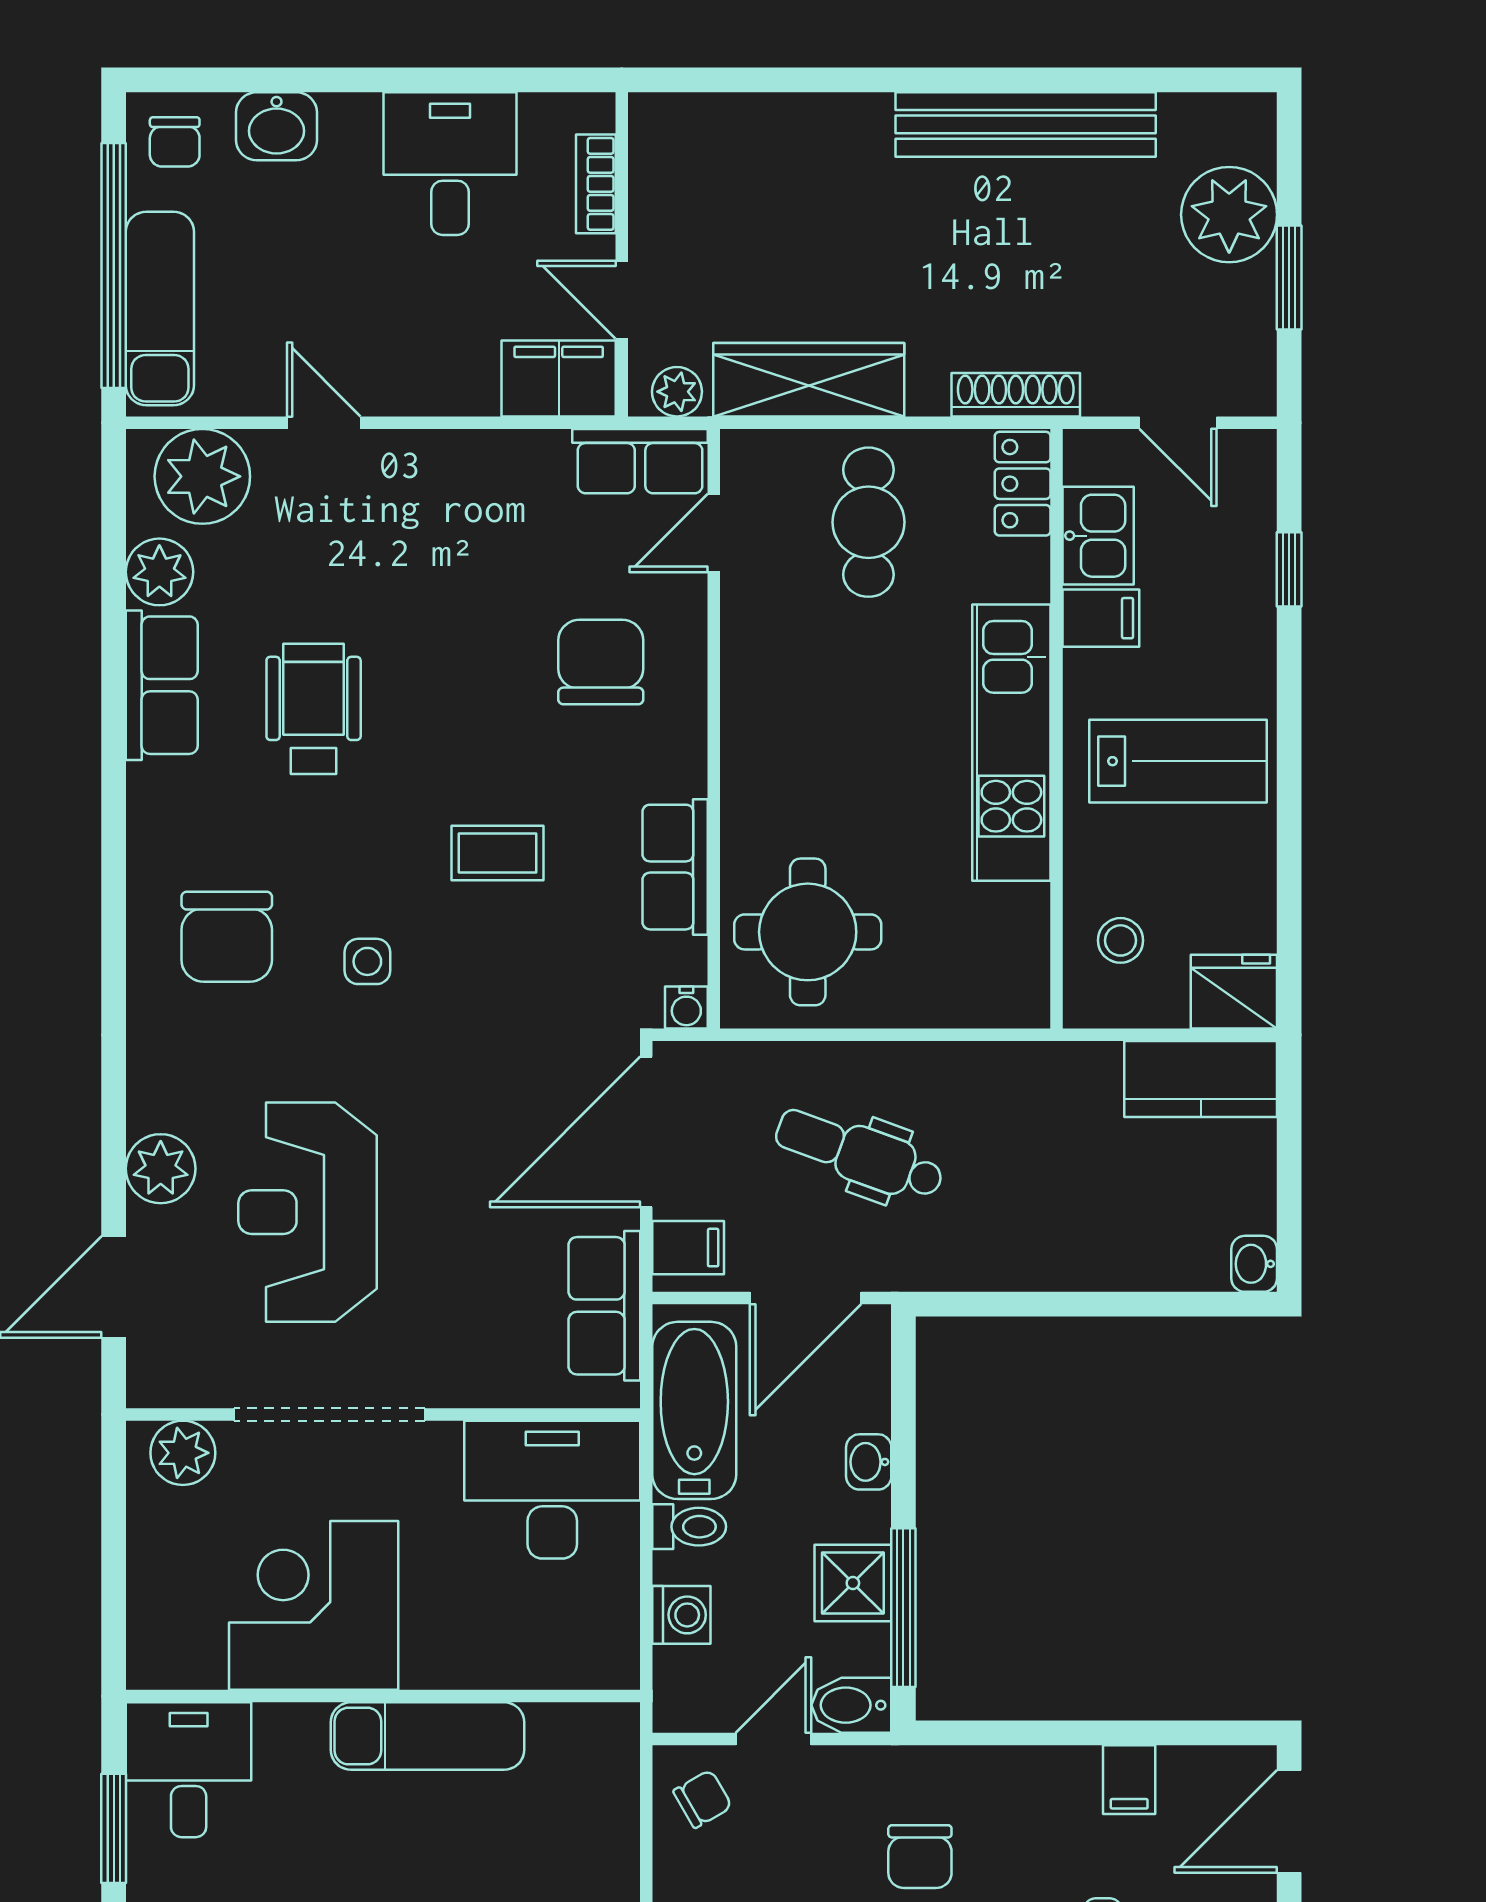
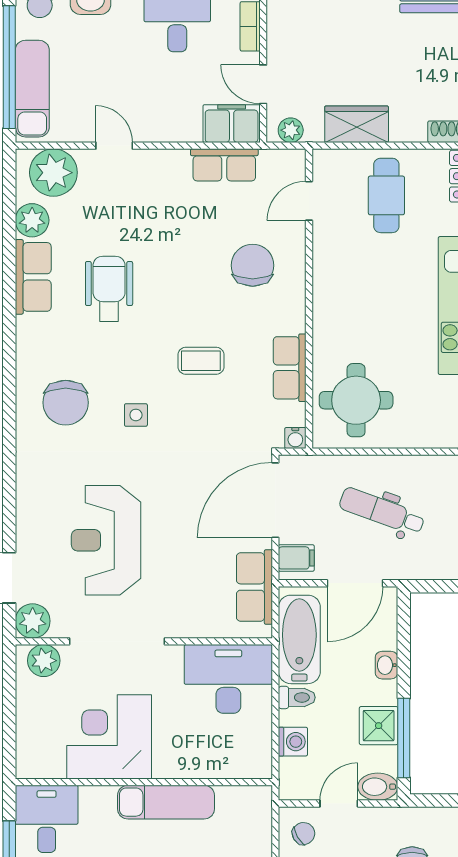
wardrobe: (809, 380) -> (357, 124), width x0.67
row of seats: (640, 461) -> (224, 165), moved
plant: (161, 1169) -> (33, 621), moved

